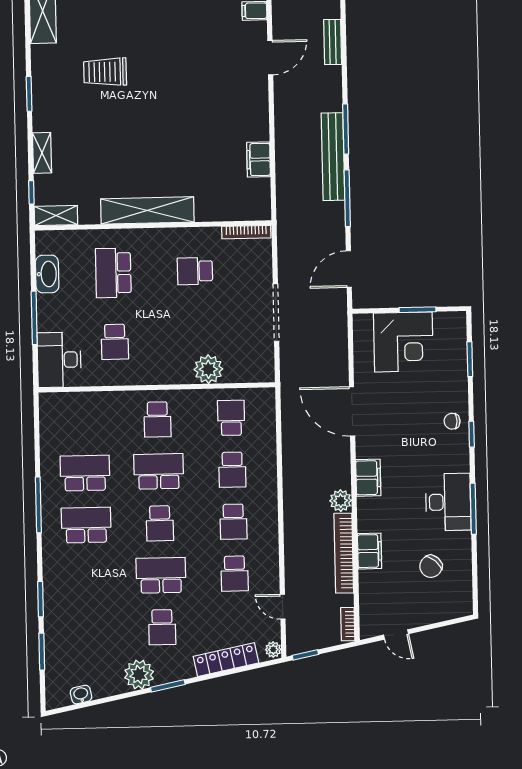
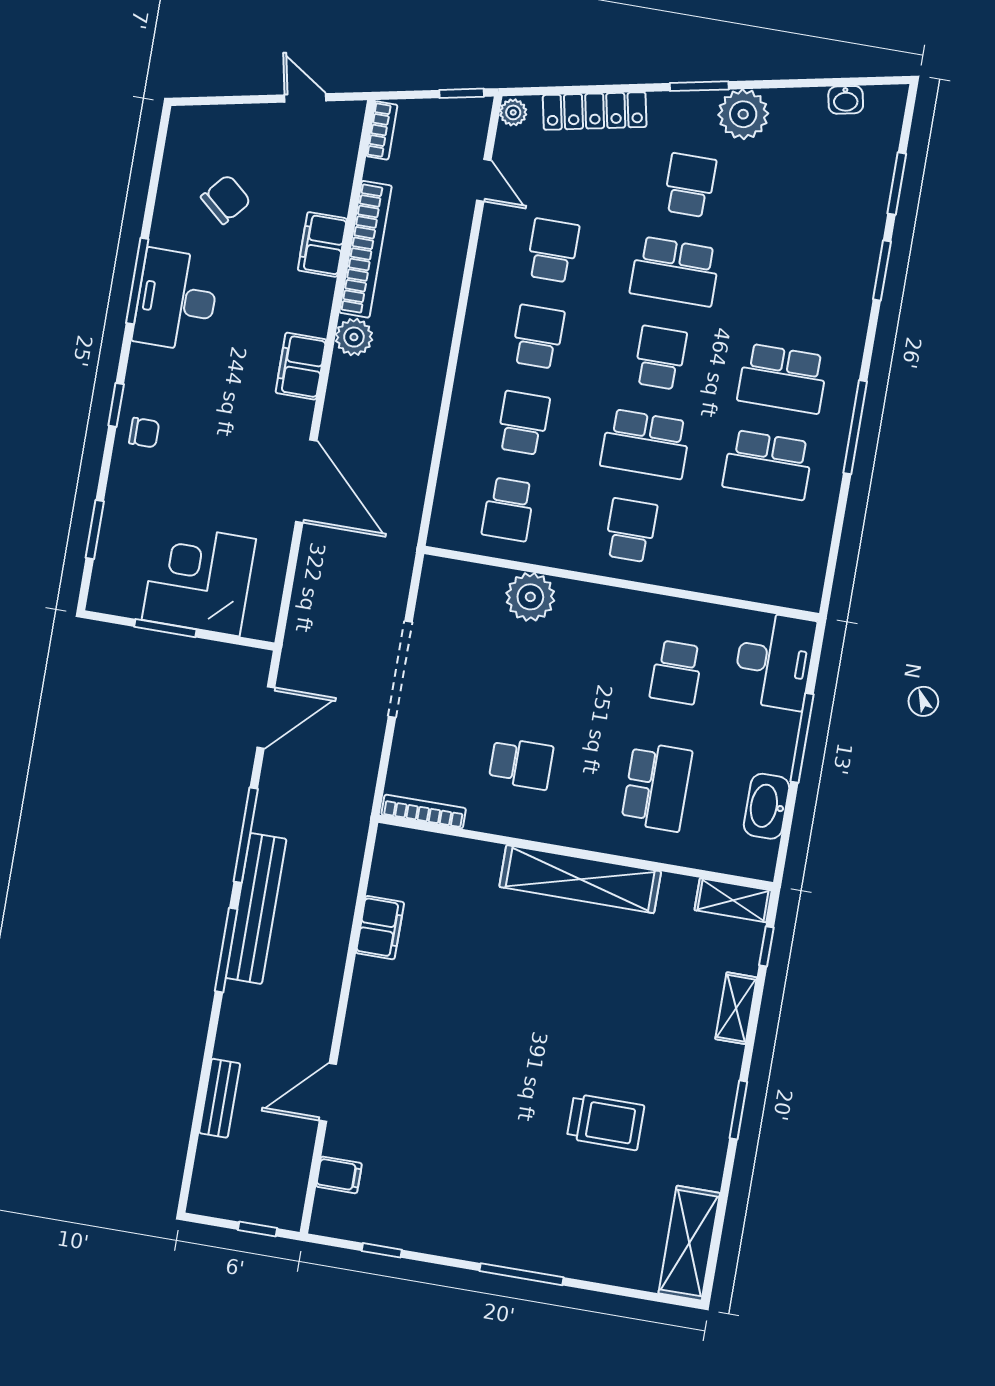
school desk: (115, 342) -> (676, 672), turned 180

